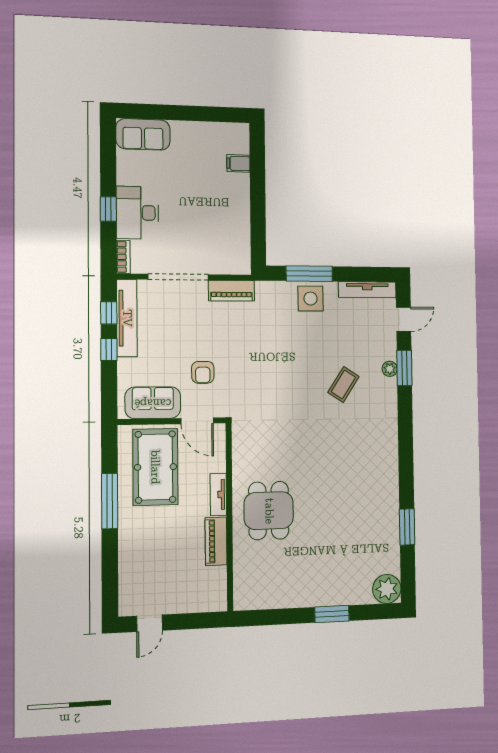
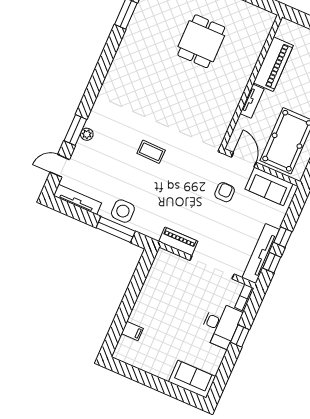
coffee table: (343, 384) -> (151, 152), moved, turned 58
dining table: (269, 511) -> (201, 41), moved
piano: (216, 541) -> (273, 64), width x1.37, depth x1.33

